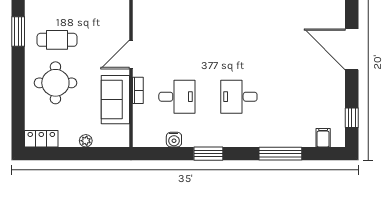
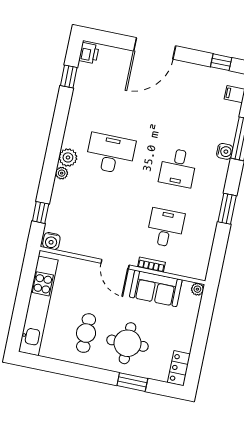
desk: (239, 27) -> (110, 154), added
window: (18, 31) -> (132, 382), moved
water cooler: (174, 140) -> (225, 151), moved
plant: (86, 141) -> (197, 289), moved

